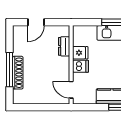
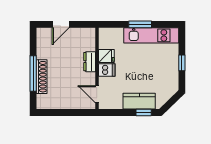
dresser: (64, 46) -> (90, 62), moved

